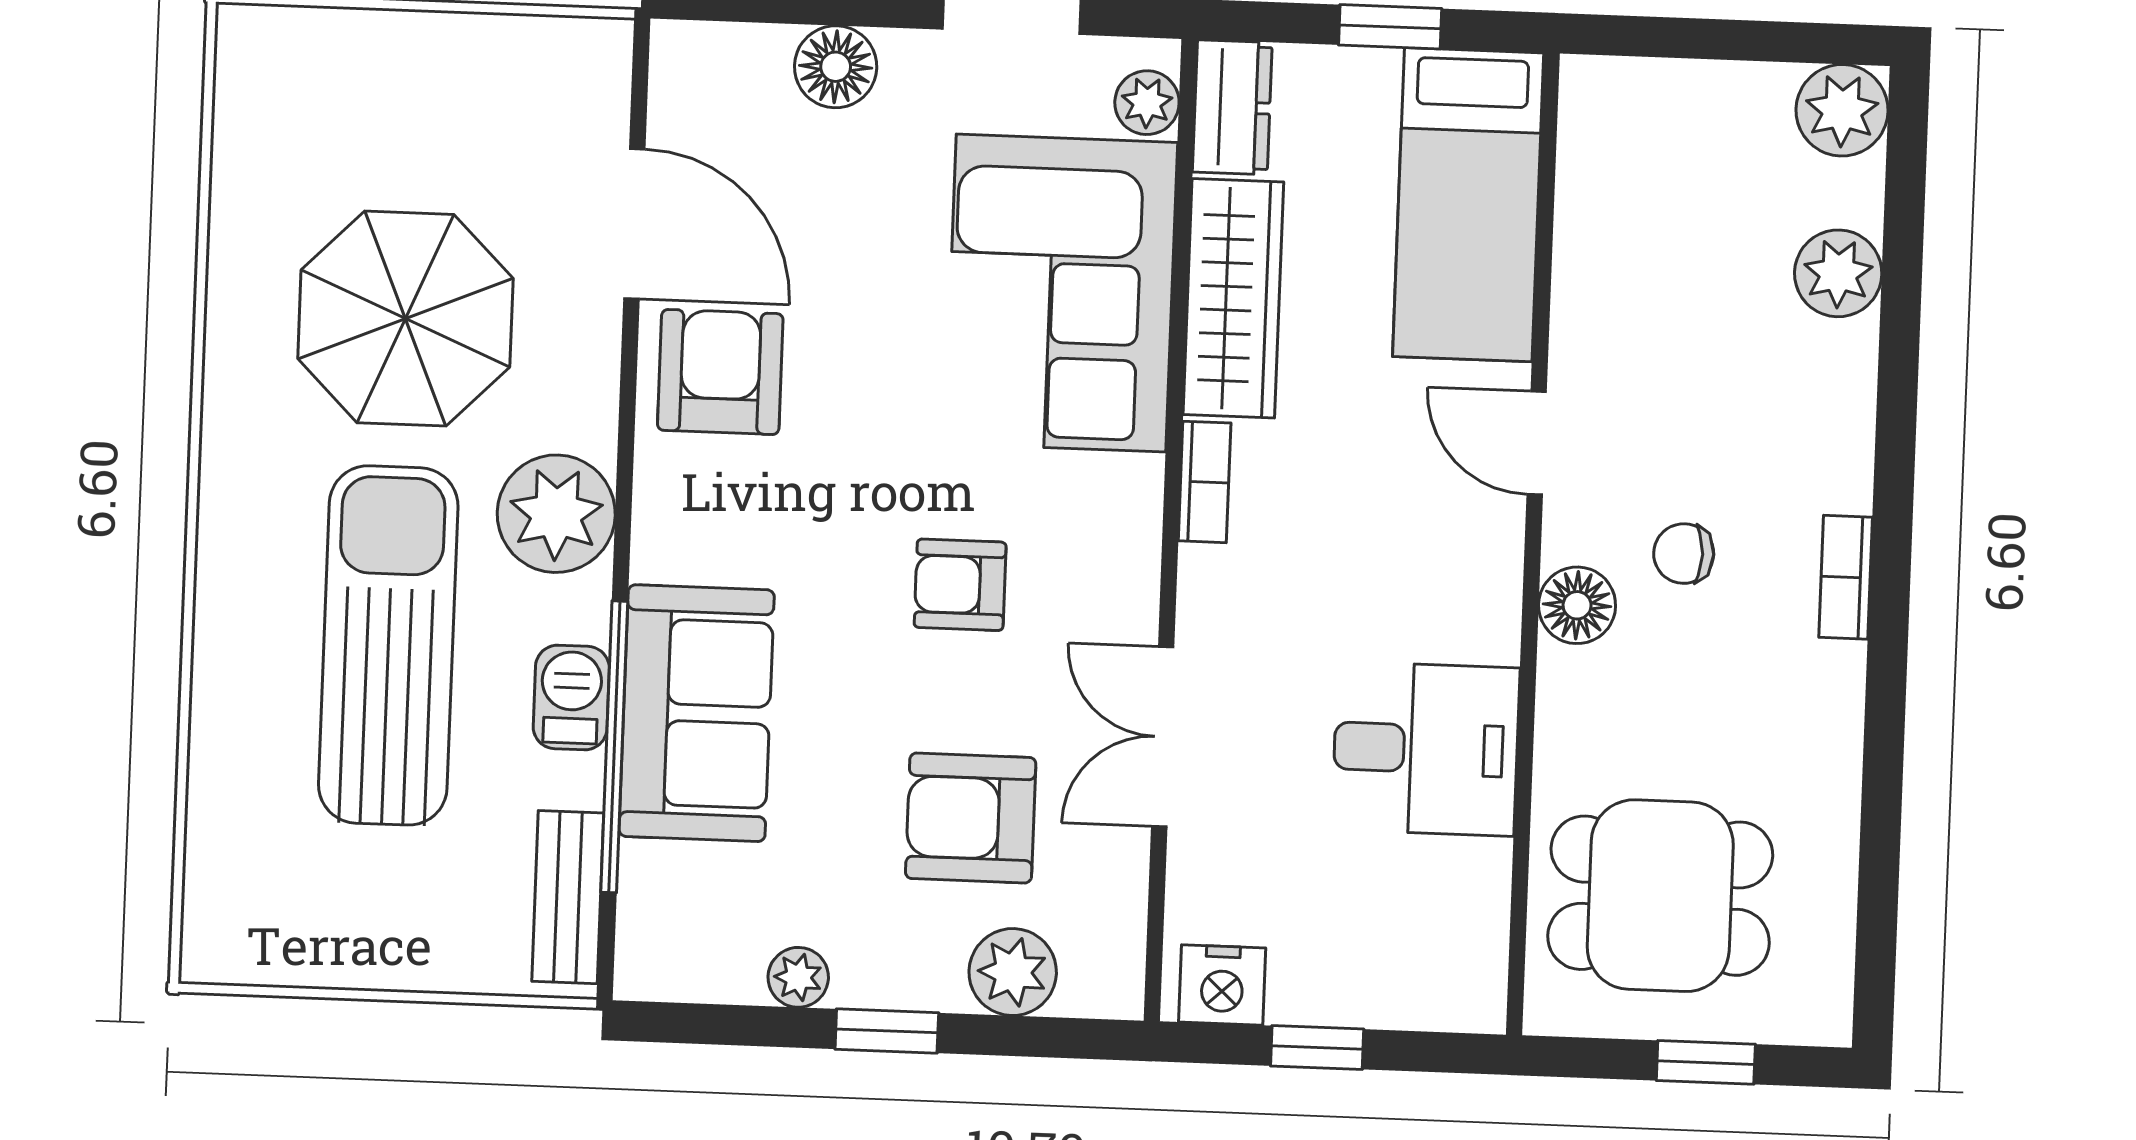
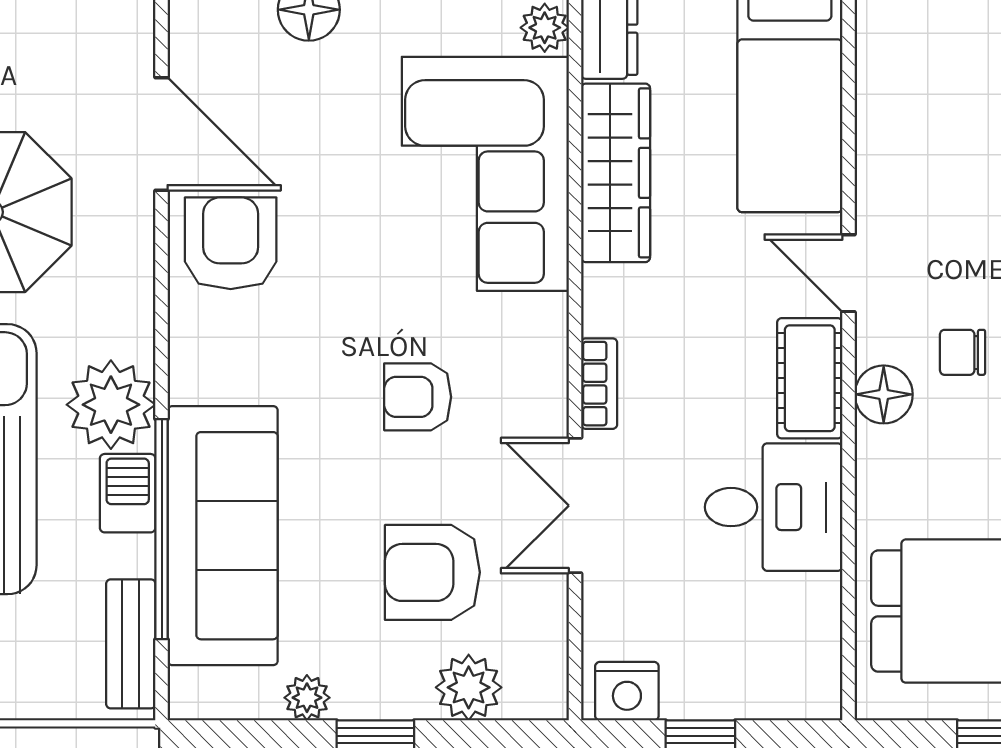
bookcase: (1205, 482) -> (599, 384), moved
plant: (556, 514) -> (111, 405), moved
cot: (1480, 580) -> (810, 378), added
sofa: (697, 713) -> (223, 536), width x1.36

